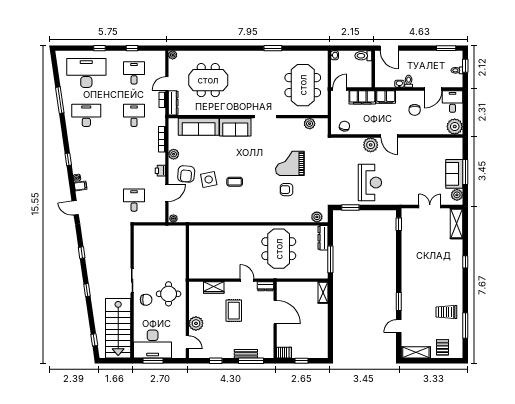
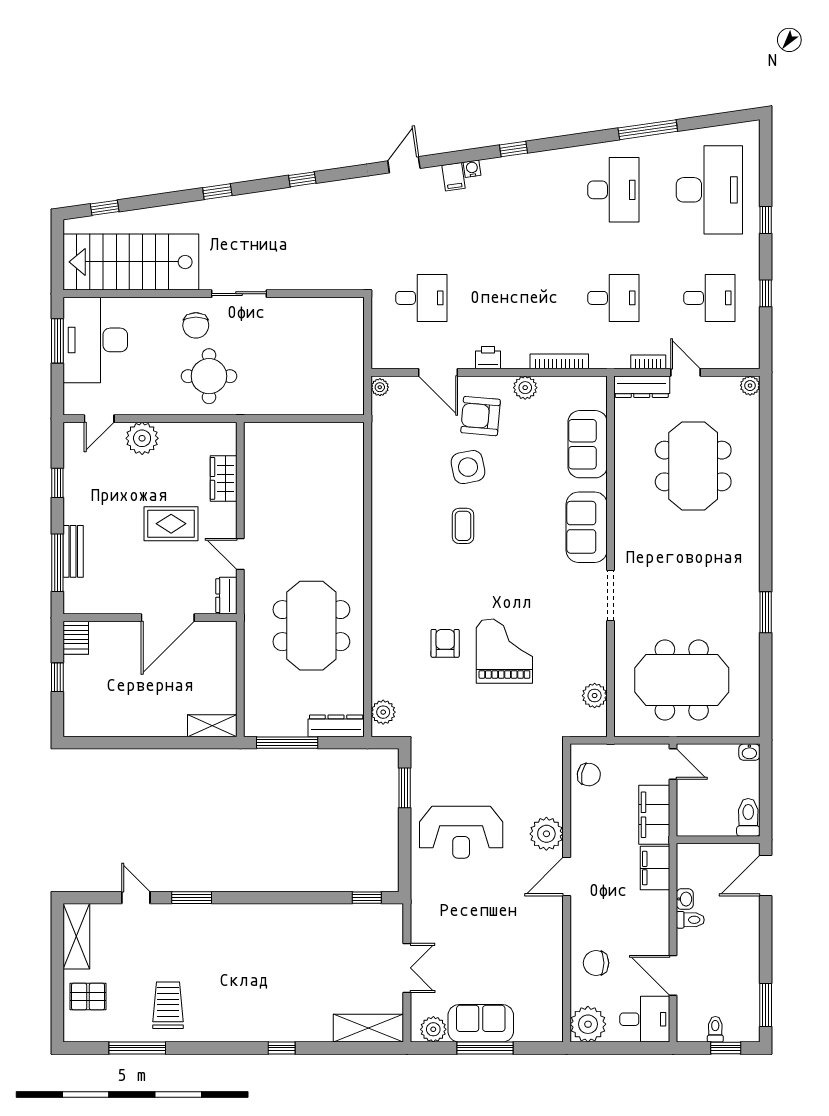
chair: (415, 110) -> (596, 963), moved
sofa: (199, 127) -> (588, 444), width x0.73
meeting table: (279, 249) -> (311, 626), turned 90
door: (247, 280) -> (240, 554), swing flipped

